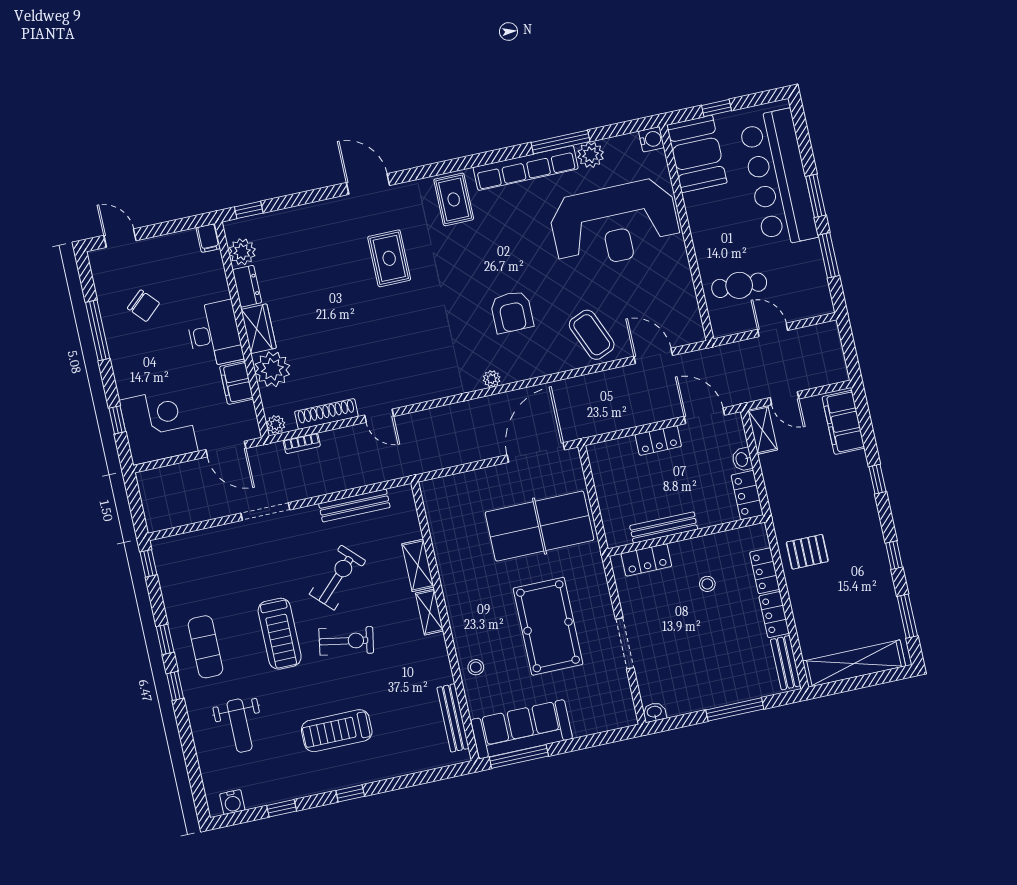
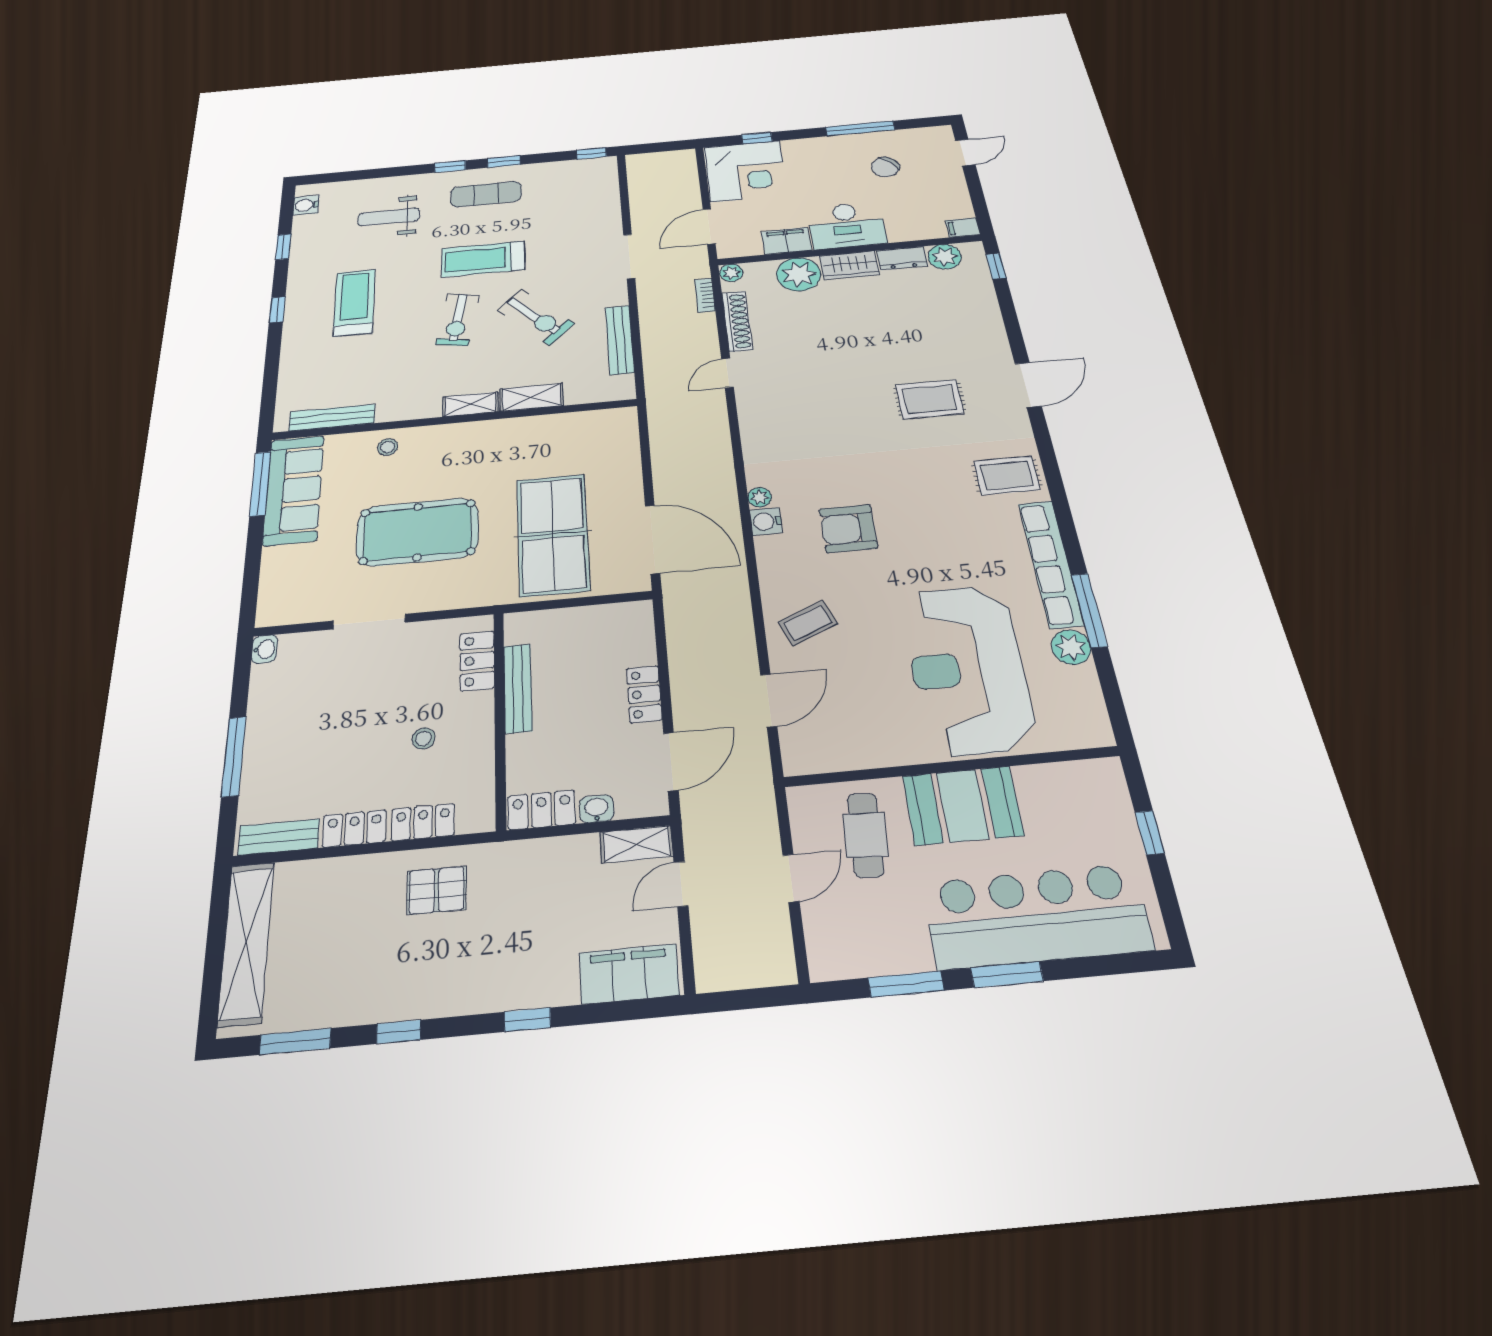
water cooler: (651, 139) -> (766, 521), moved, turned 90
booth: (697, 154) -> (963, 805), moved
coffee table: (592, 335) -> (808, 623), width x0.73, depth x0.77
pallet: (807, 552) -> (437, 890), turned 90

